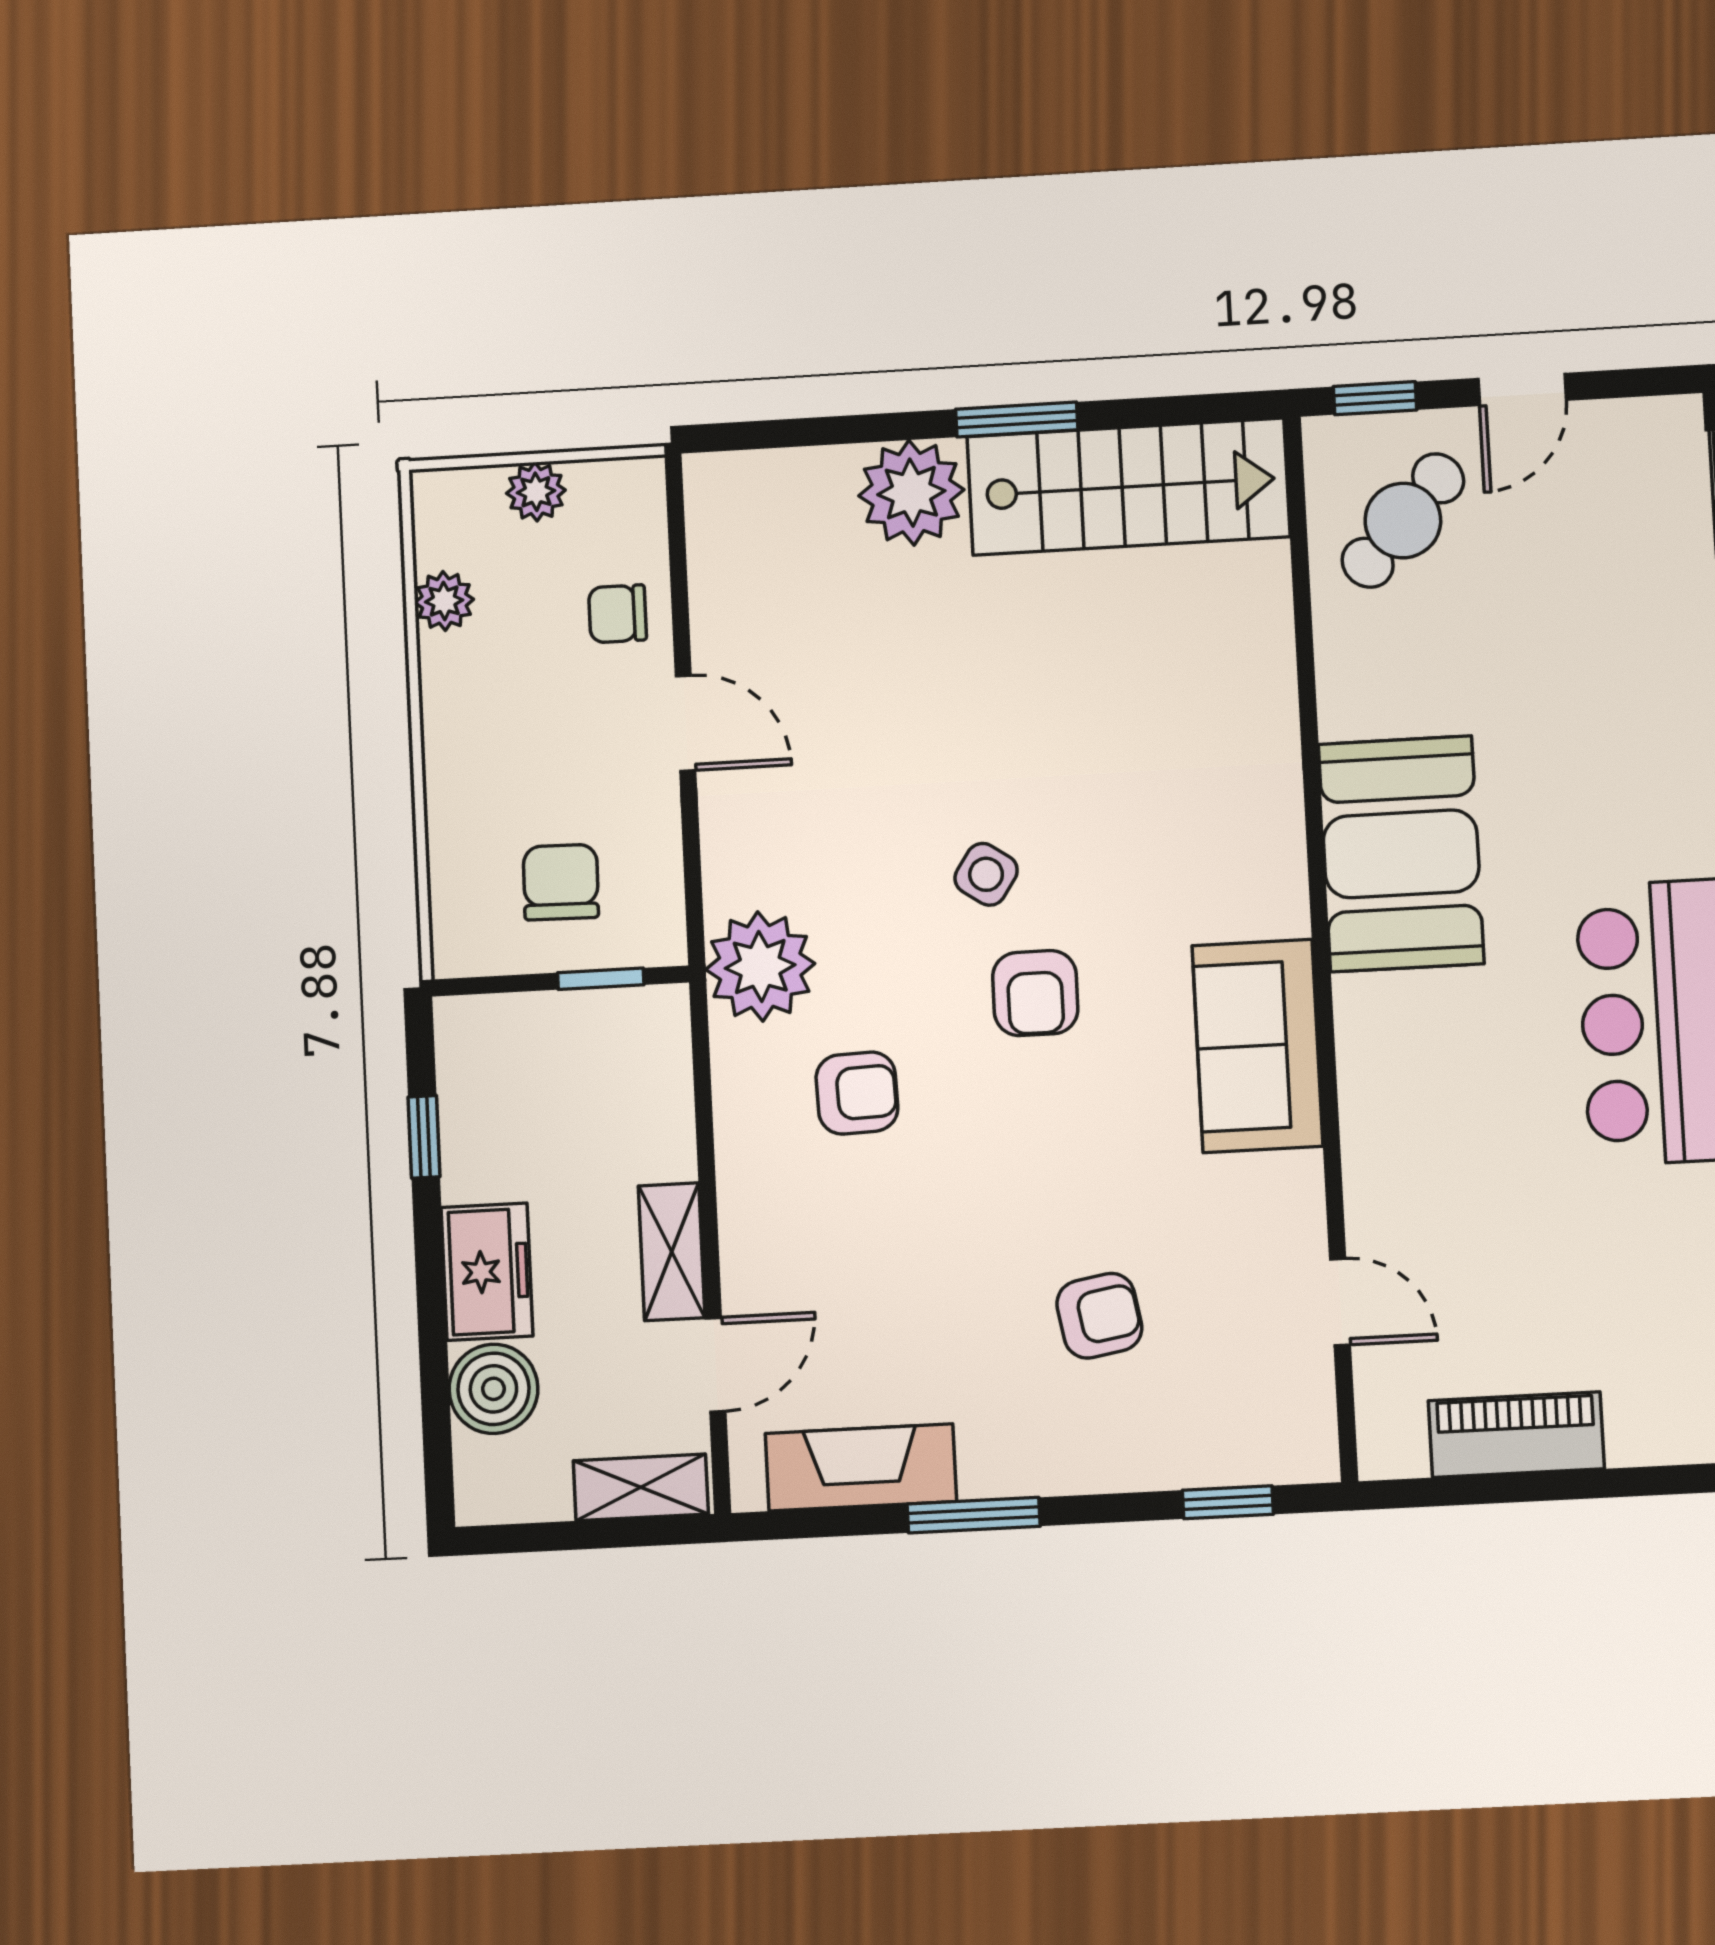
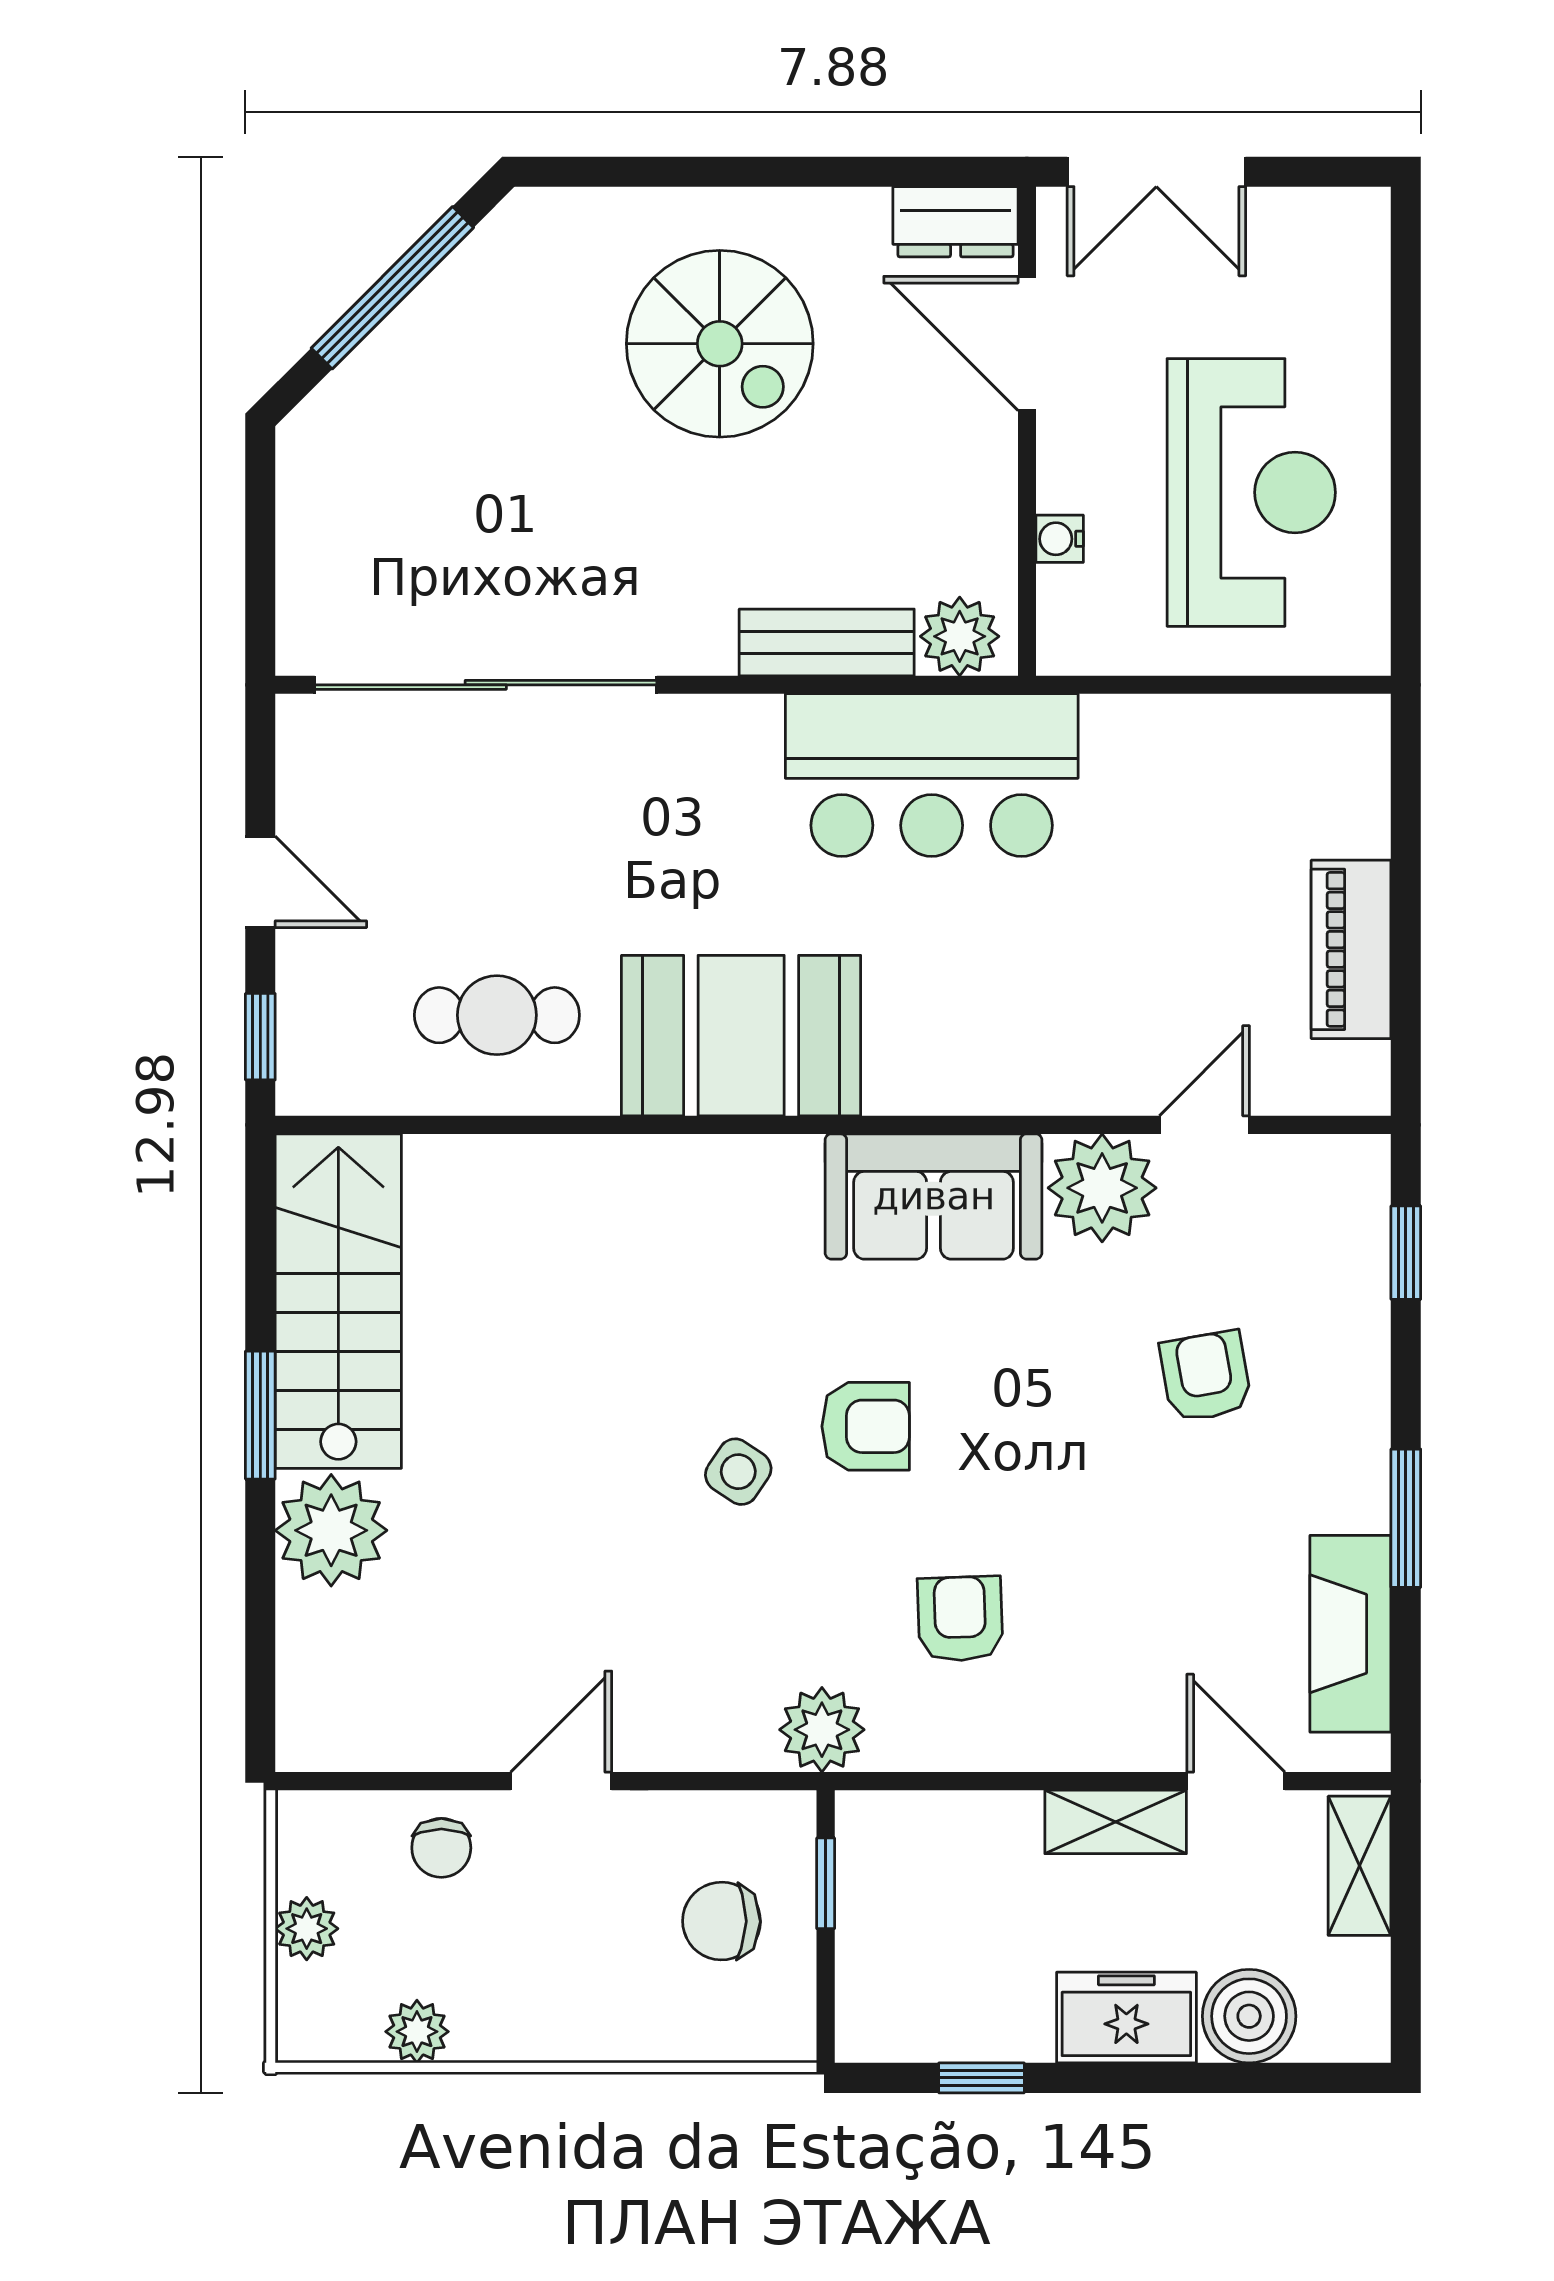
cafe table: (1403, 521) -> (497, 1015), moved, turned -43
plant: (760, 967) -> (822, 1730), width x0.73, depth x0.73
plant: (1274, 1207) -> (1102, 1188), added

